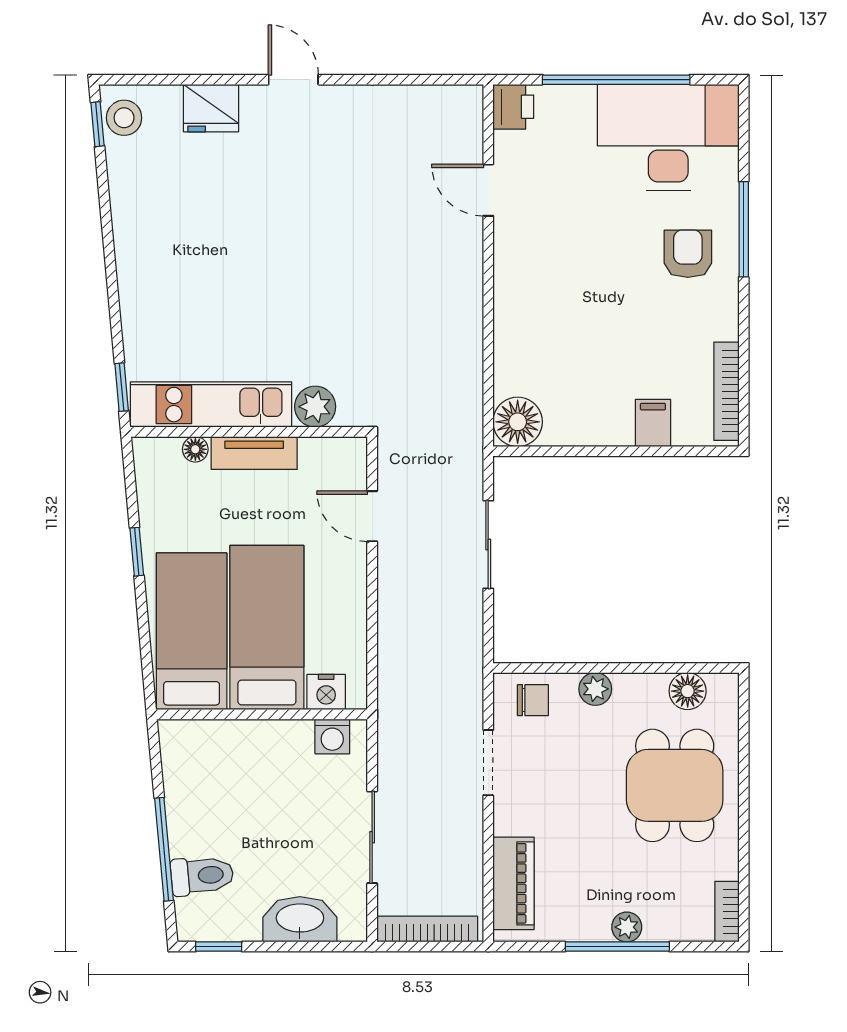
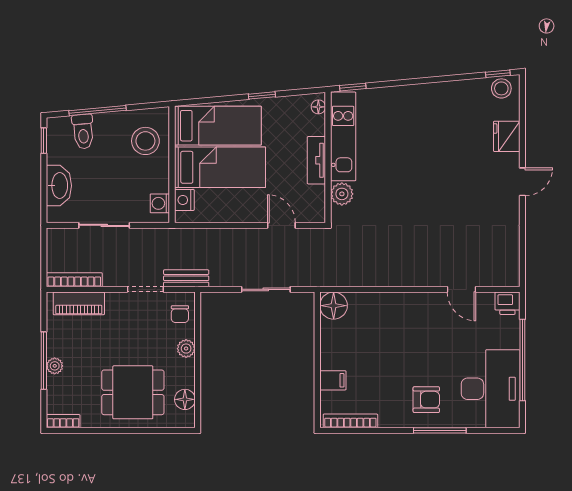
door: (488, 190) -> (461, 289), swing flipped
floor lamp: (195, 449) -> (318, 107), moved
door: (372, 516) -> (281, 225), hinge flipped
bench: (468, 689) -> (186, 278), added
stool: (219, 763) -> (145, 141), added
bookcase: (427, 929) -> (74, 280), moved, turned -90

